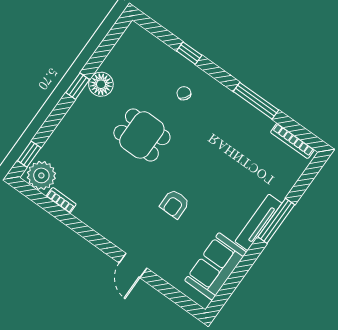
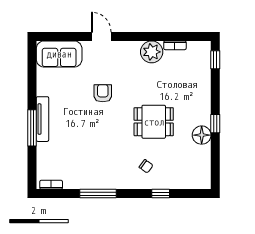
bookcase: (292, 141) -> (51, 185), width x0.64
plant: (41, 175) -> (152, 52), moved
sofa: (216, 266) -> (59, 54), moved, turned 90

